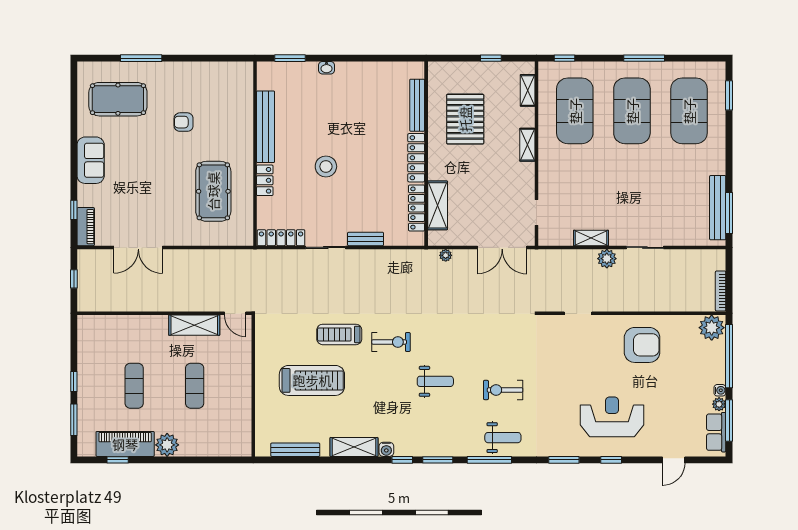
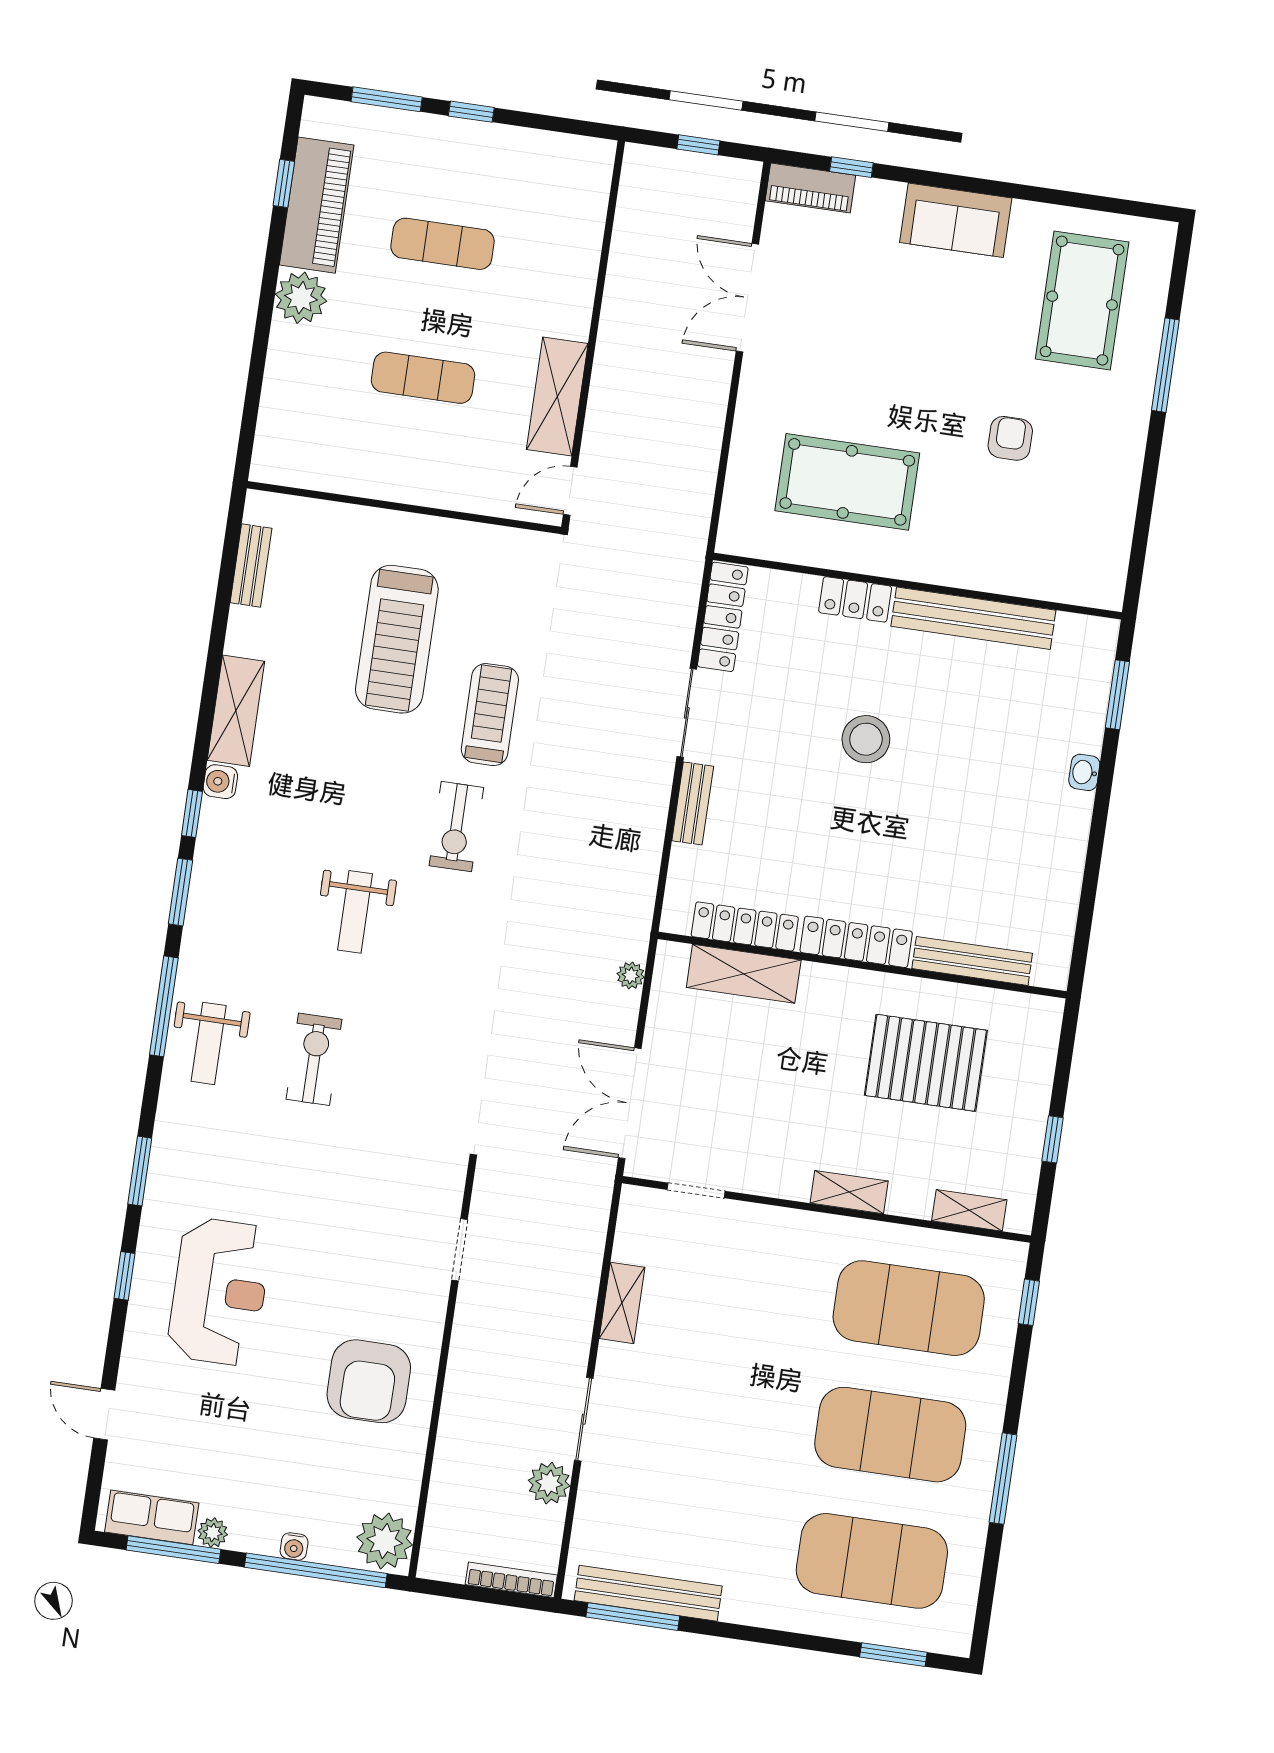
plant: (607, 259) -> (549, 1483), moved
bookcase: (721, 291) -> (511, 1580), moved
water cooler: (720, 390) -> (294, 1546), moved
bench: (295, 450) -> (251, 565), width x0.73

